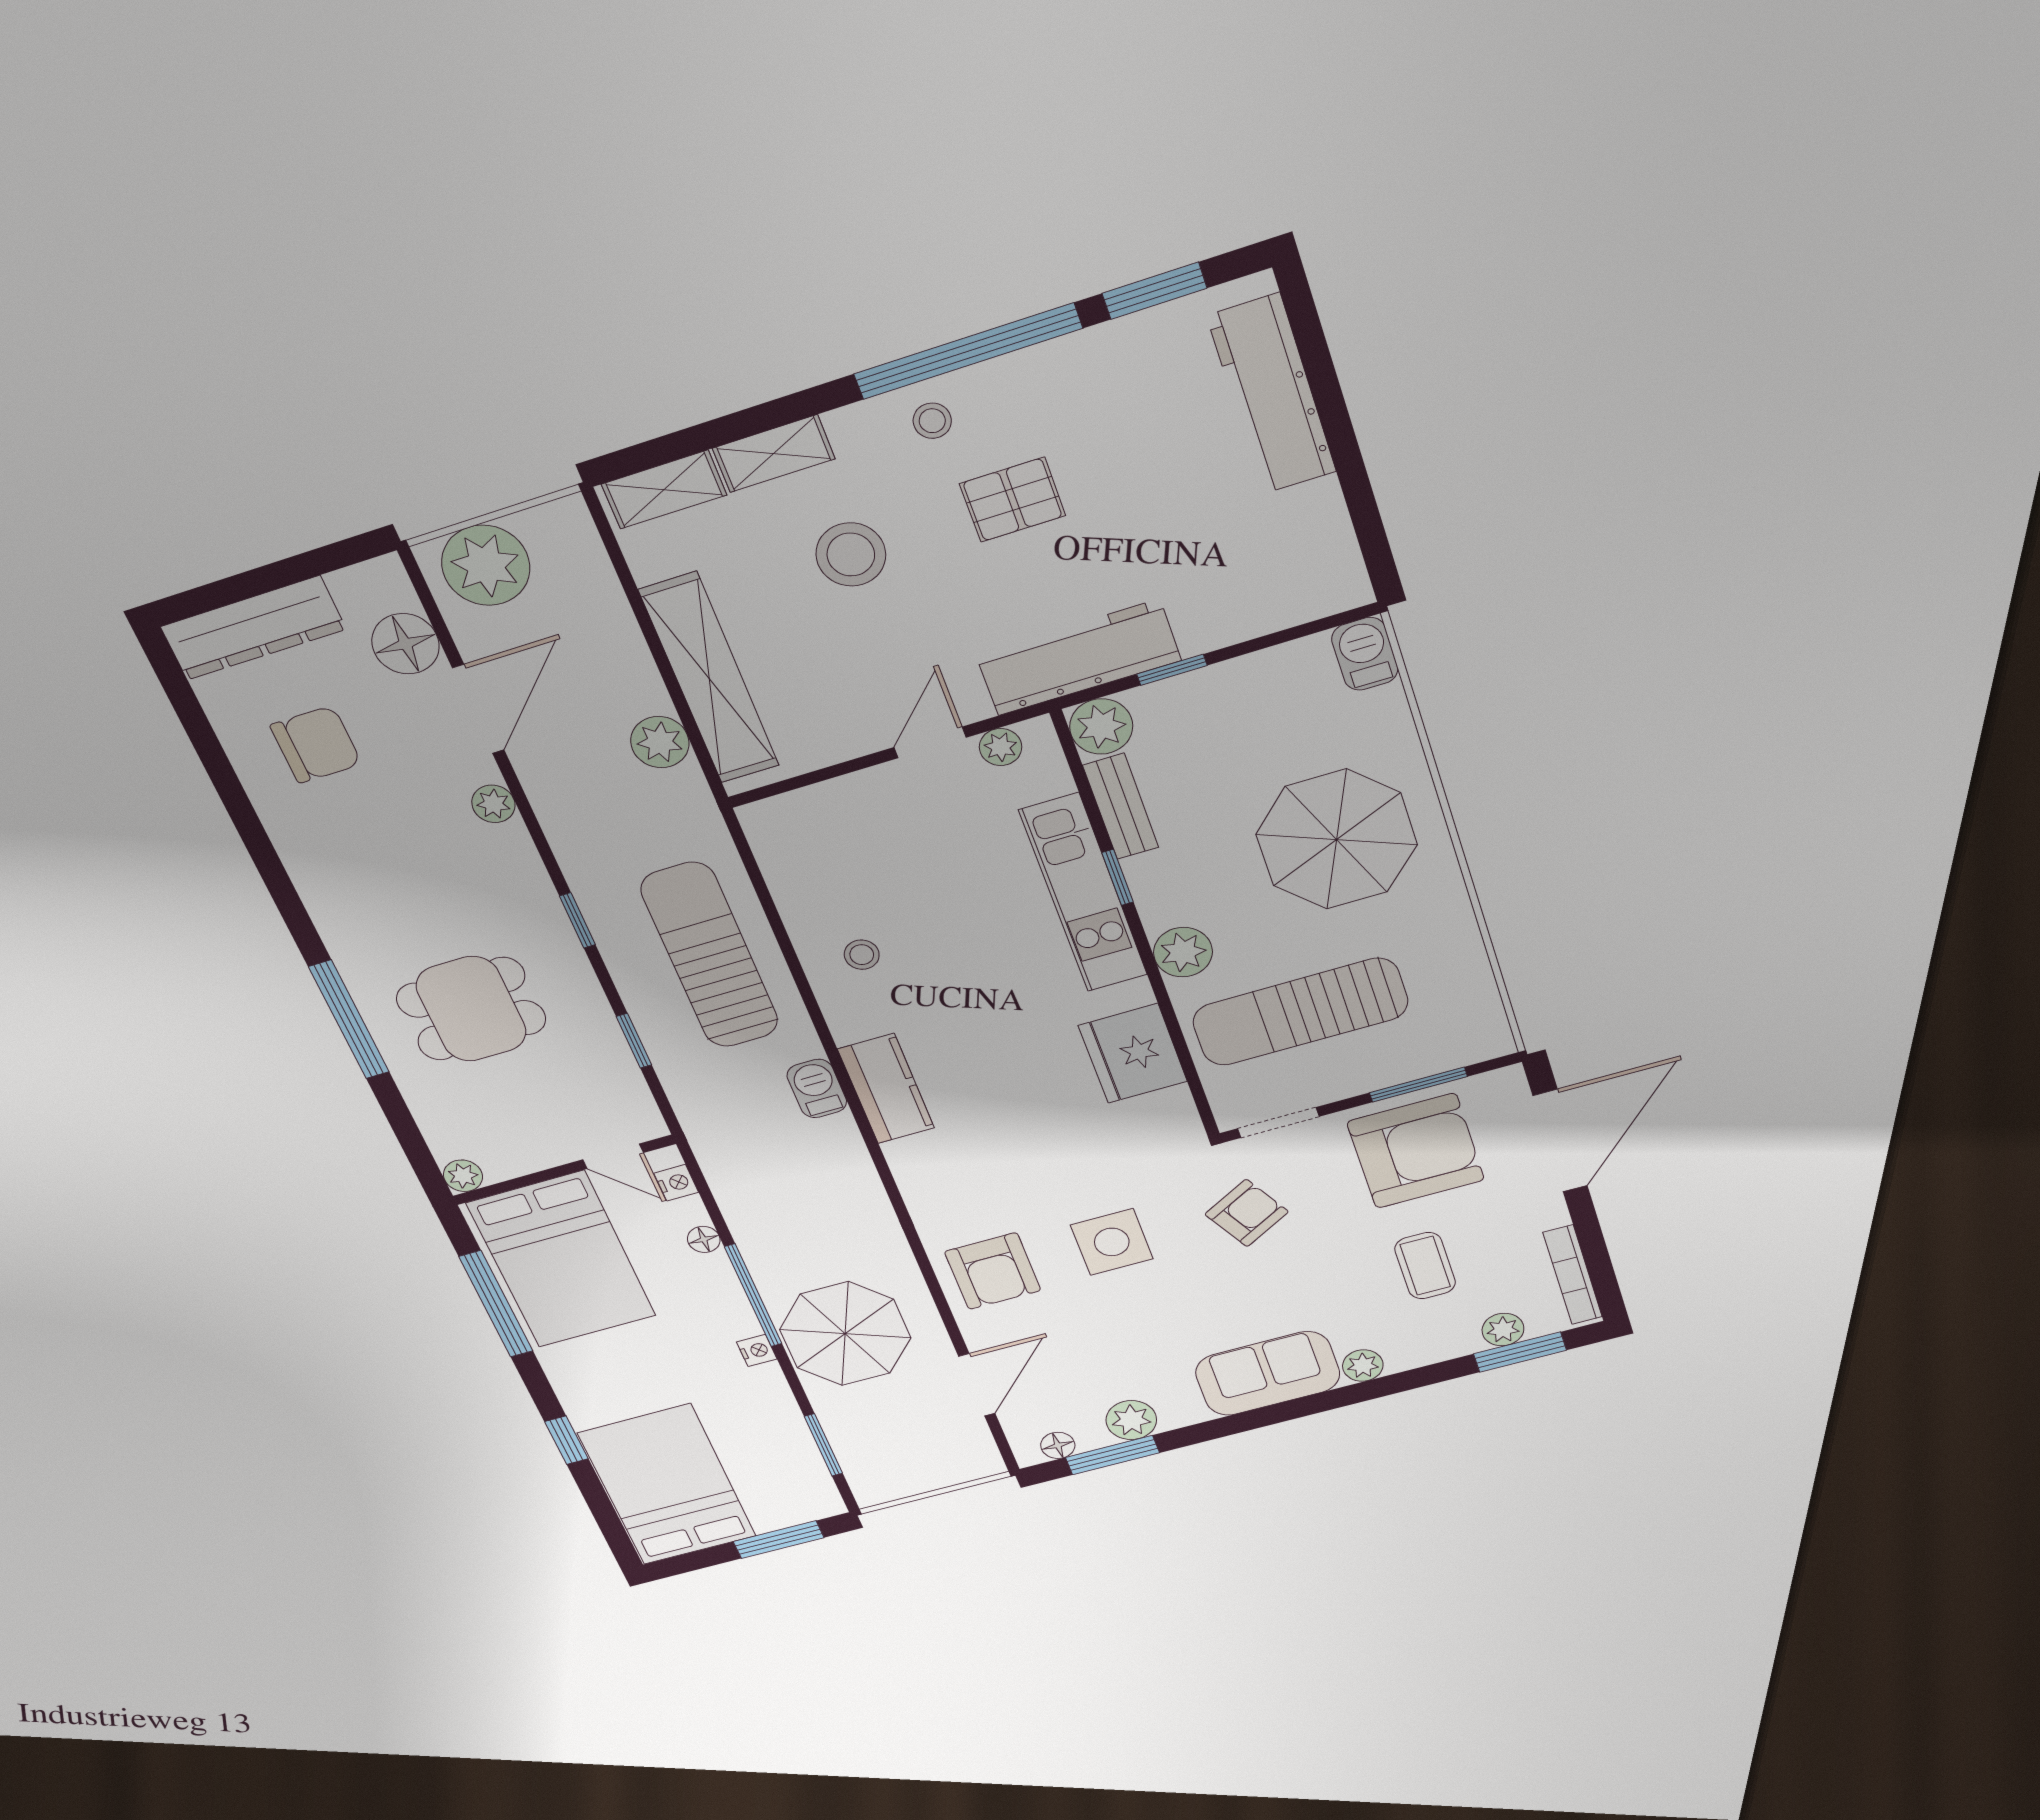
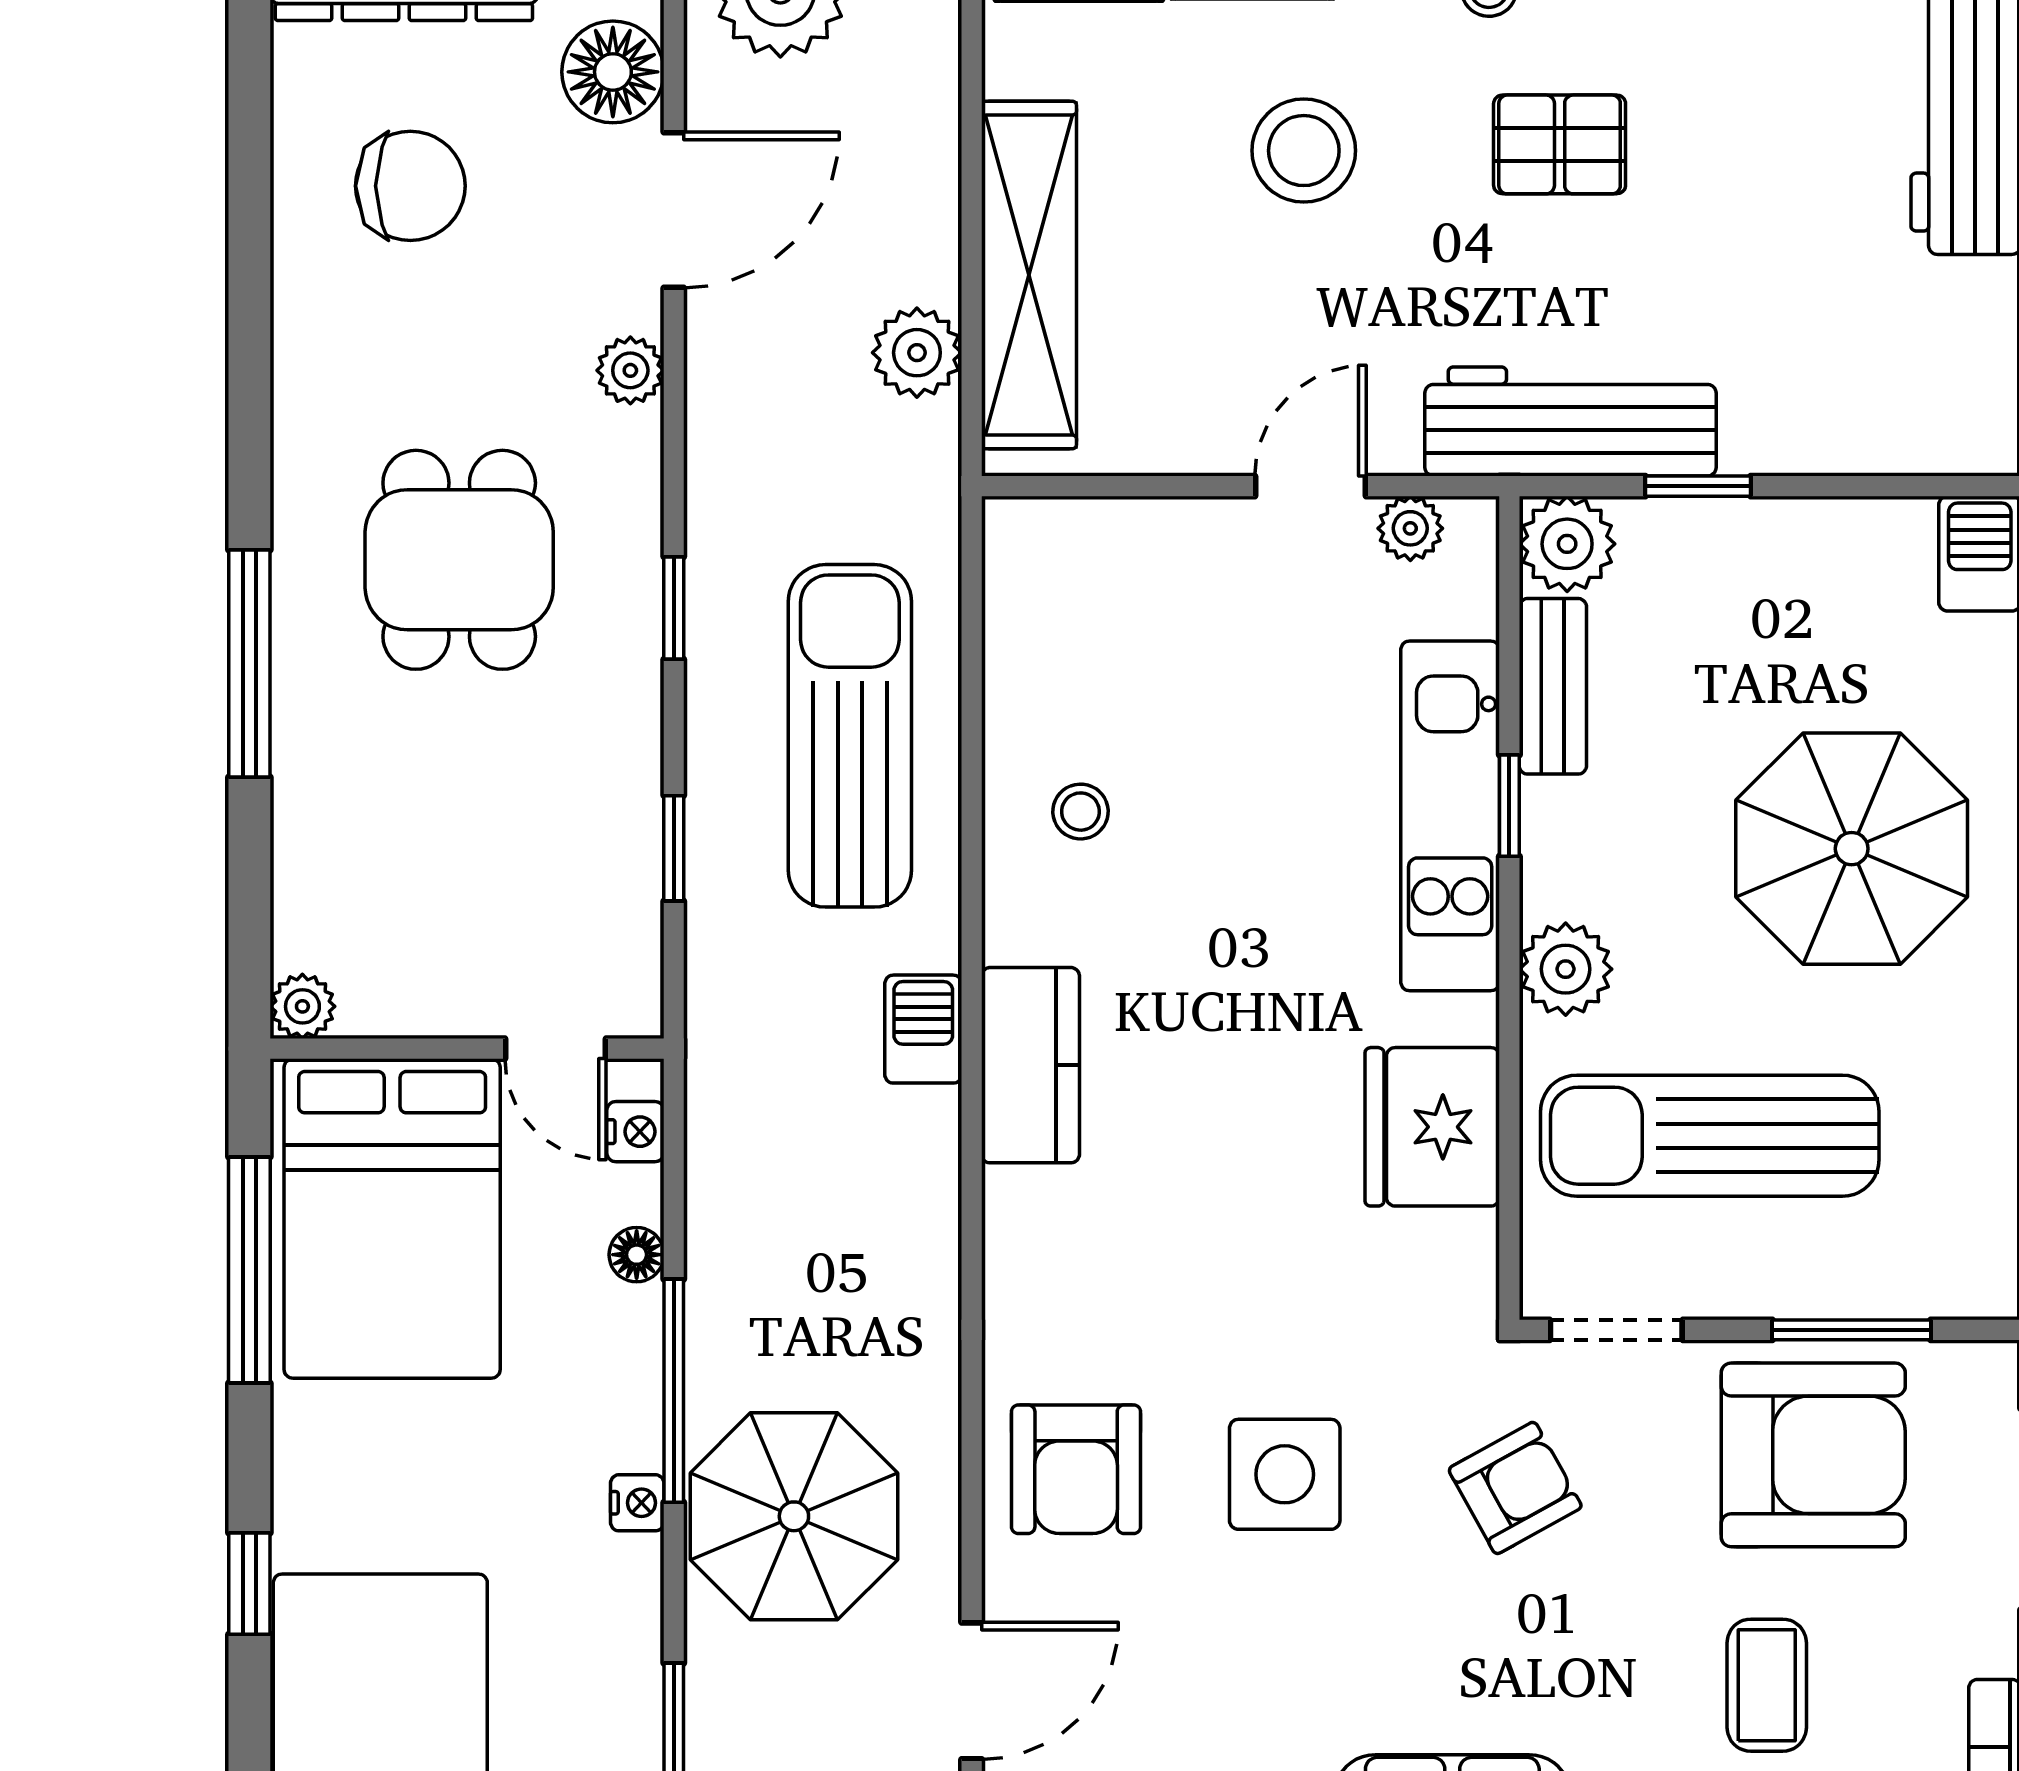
dining table: (471, 1009) -> (459, 560), moved, turned 90

